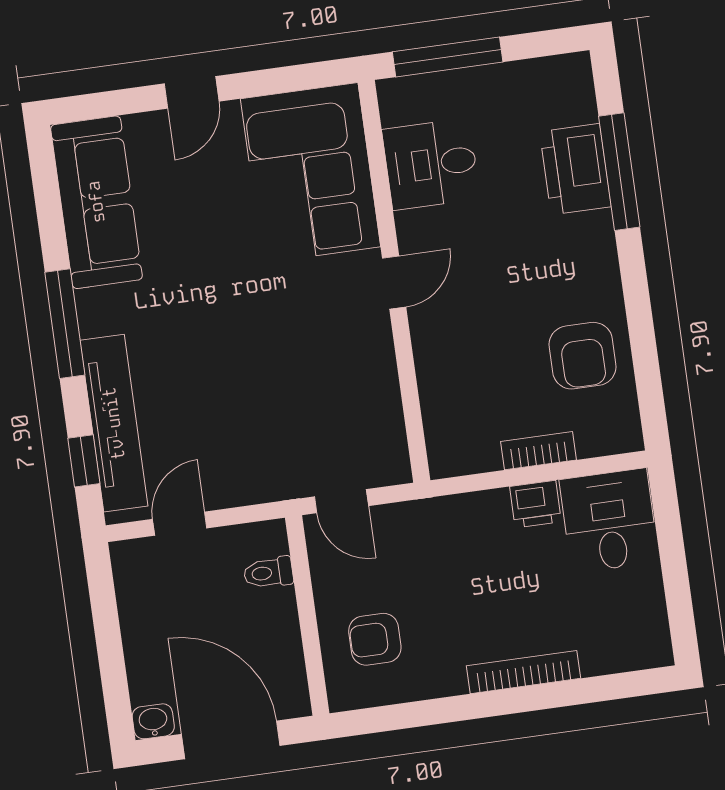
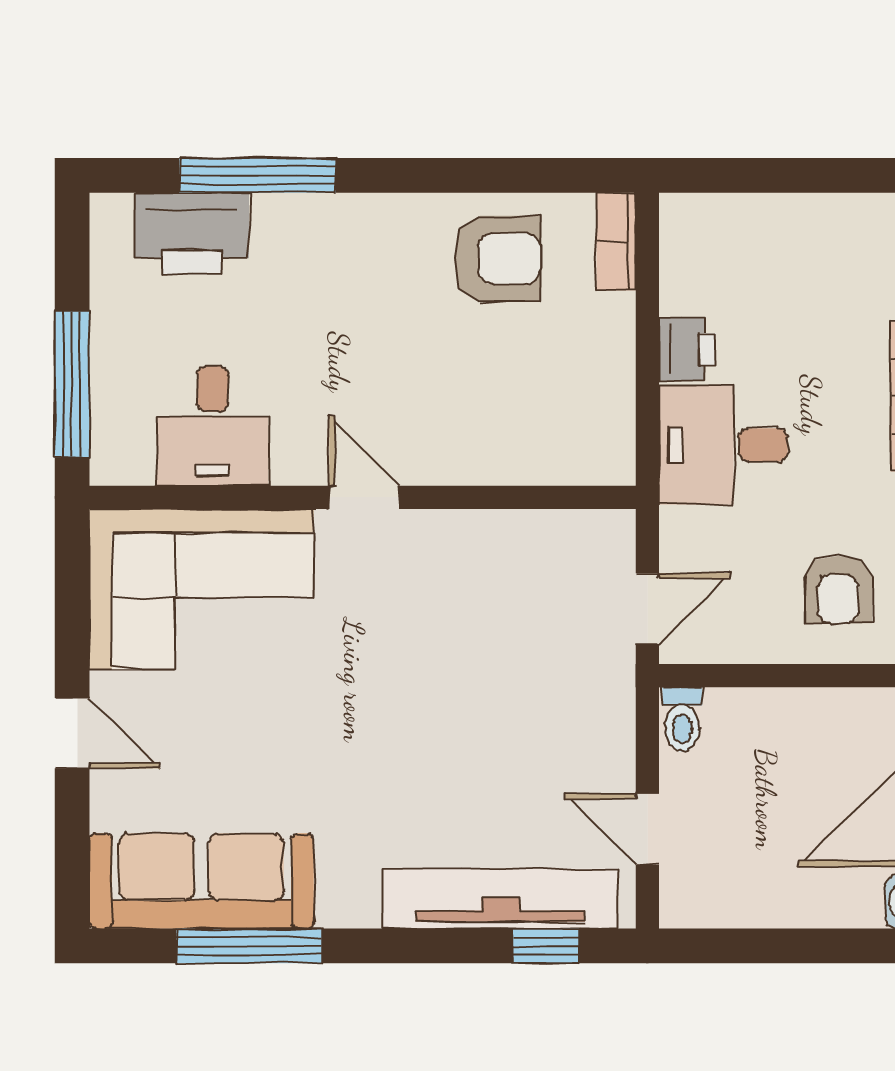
printer: (575, 169) -> (192, 234), moved
window: (65, 324) -> (249, 946), moved
bookcase: (538, 451) -> (616, 241), moved
desk: (609, 521) -> (723, 445), moved
toilet: (268, 573) -> (682, 720), moved

